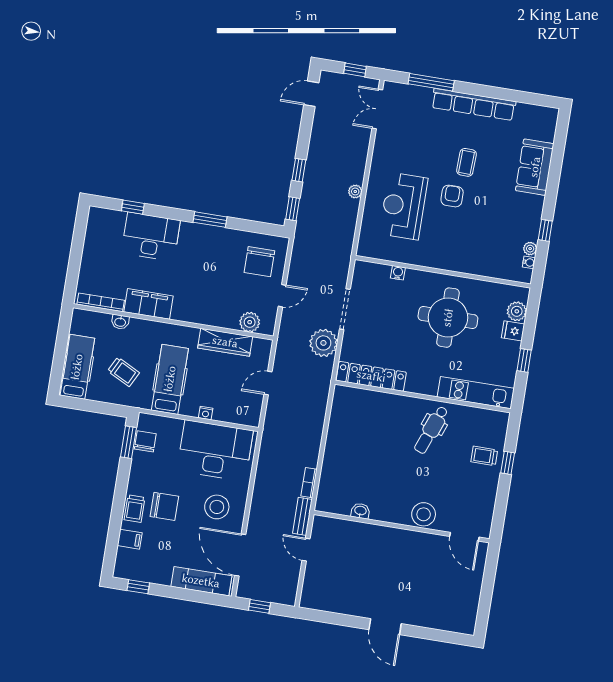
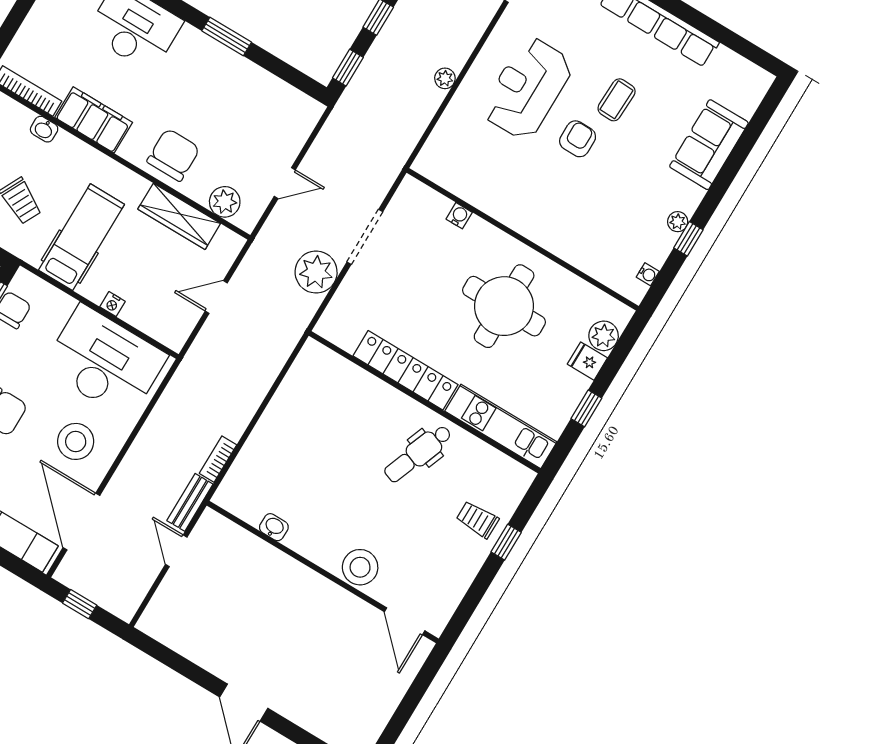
reception desk: (404, 206) -> (527, 88), moved
plant: (530, 249) -> (678, 222), moved
chair: (259, 262) -> (173, 155), moved, turned 180
locker: (371, 376) -> (405, 370), moved

